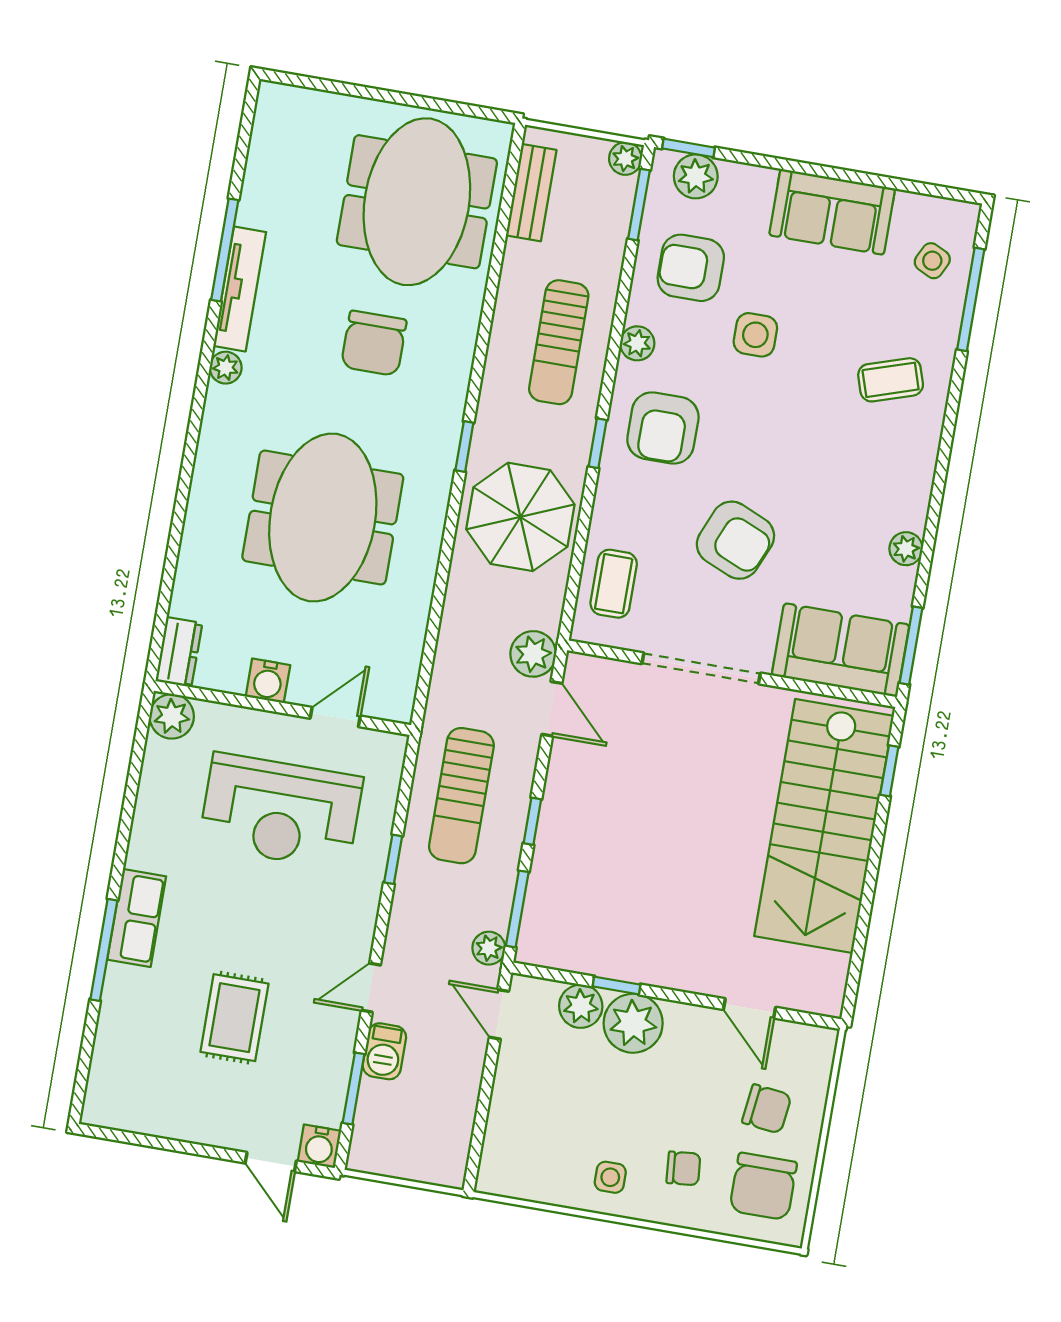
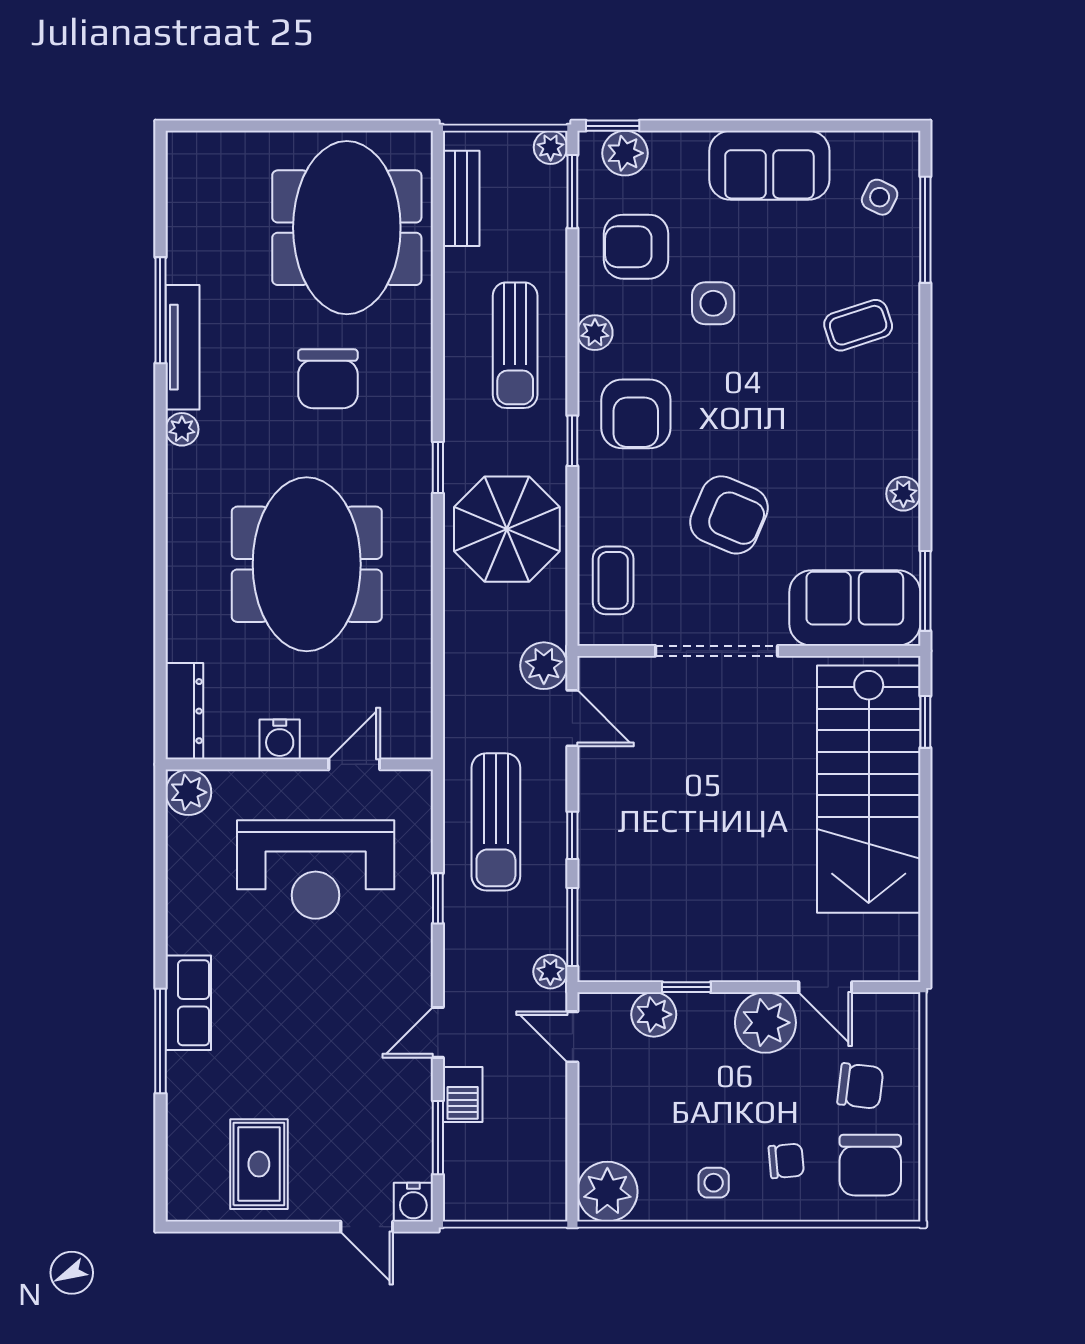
dresser: (179, 652) -> (184, 711), width x1.44
rug: (234, 1018) -> (259, 1164), moved
plant: (633, 1023) -> (765, 1023), moved
plant: (507, 1168) -> (607, 1192), added

